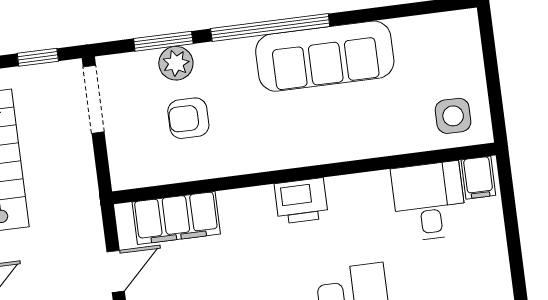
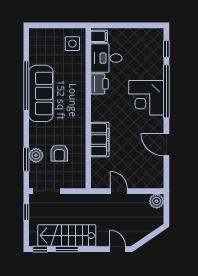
window: (270, 27) -> (26, 86), moved
printer: (301, 201) -> (99, 84), moved
filing cabinet: (176, 218) -> (100, 140), moved

